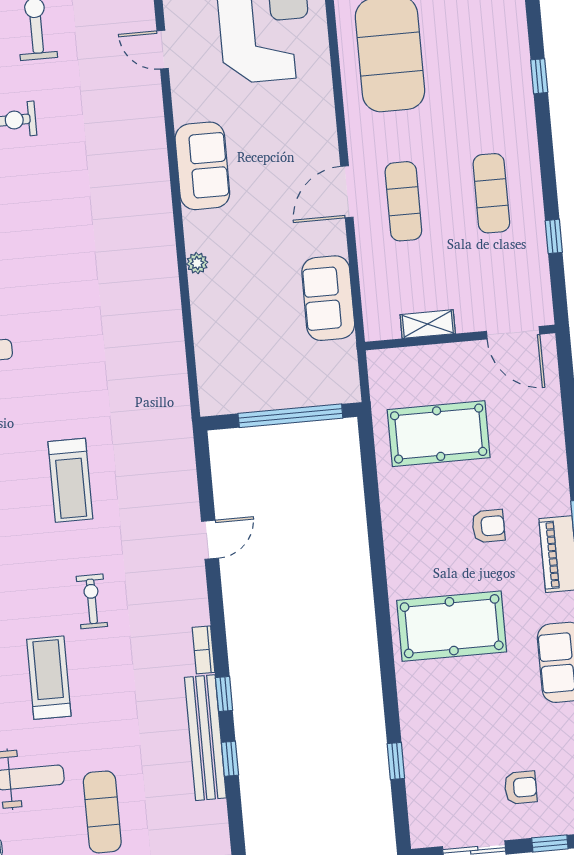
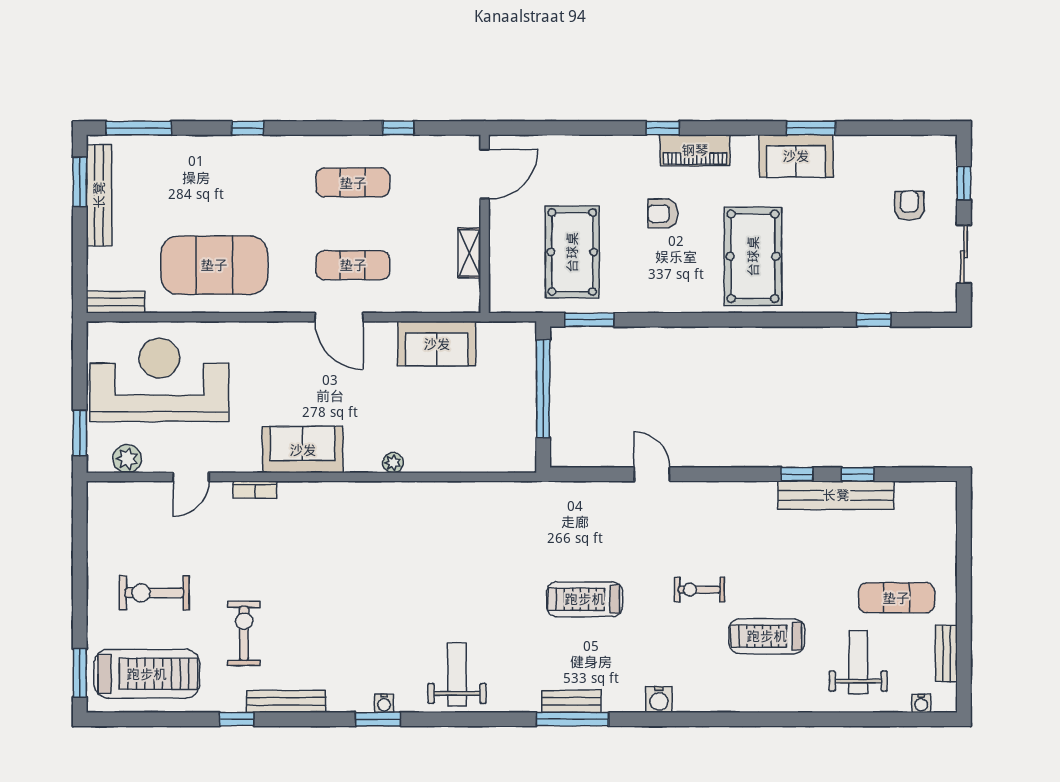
window: (368, 458) -> (589, 320), added
treadmill: (70, 480) -> (585, 599), turned 180
armchair: (488, 526) -> (663, 214), turned -90
bookcase: (204, 650) -> (255, 490), moved

